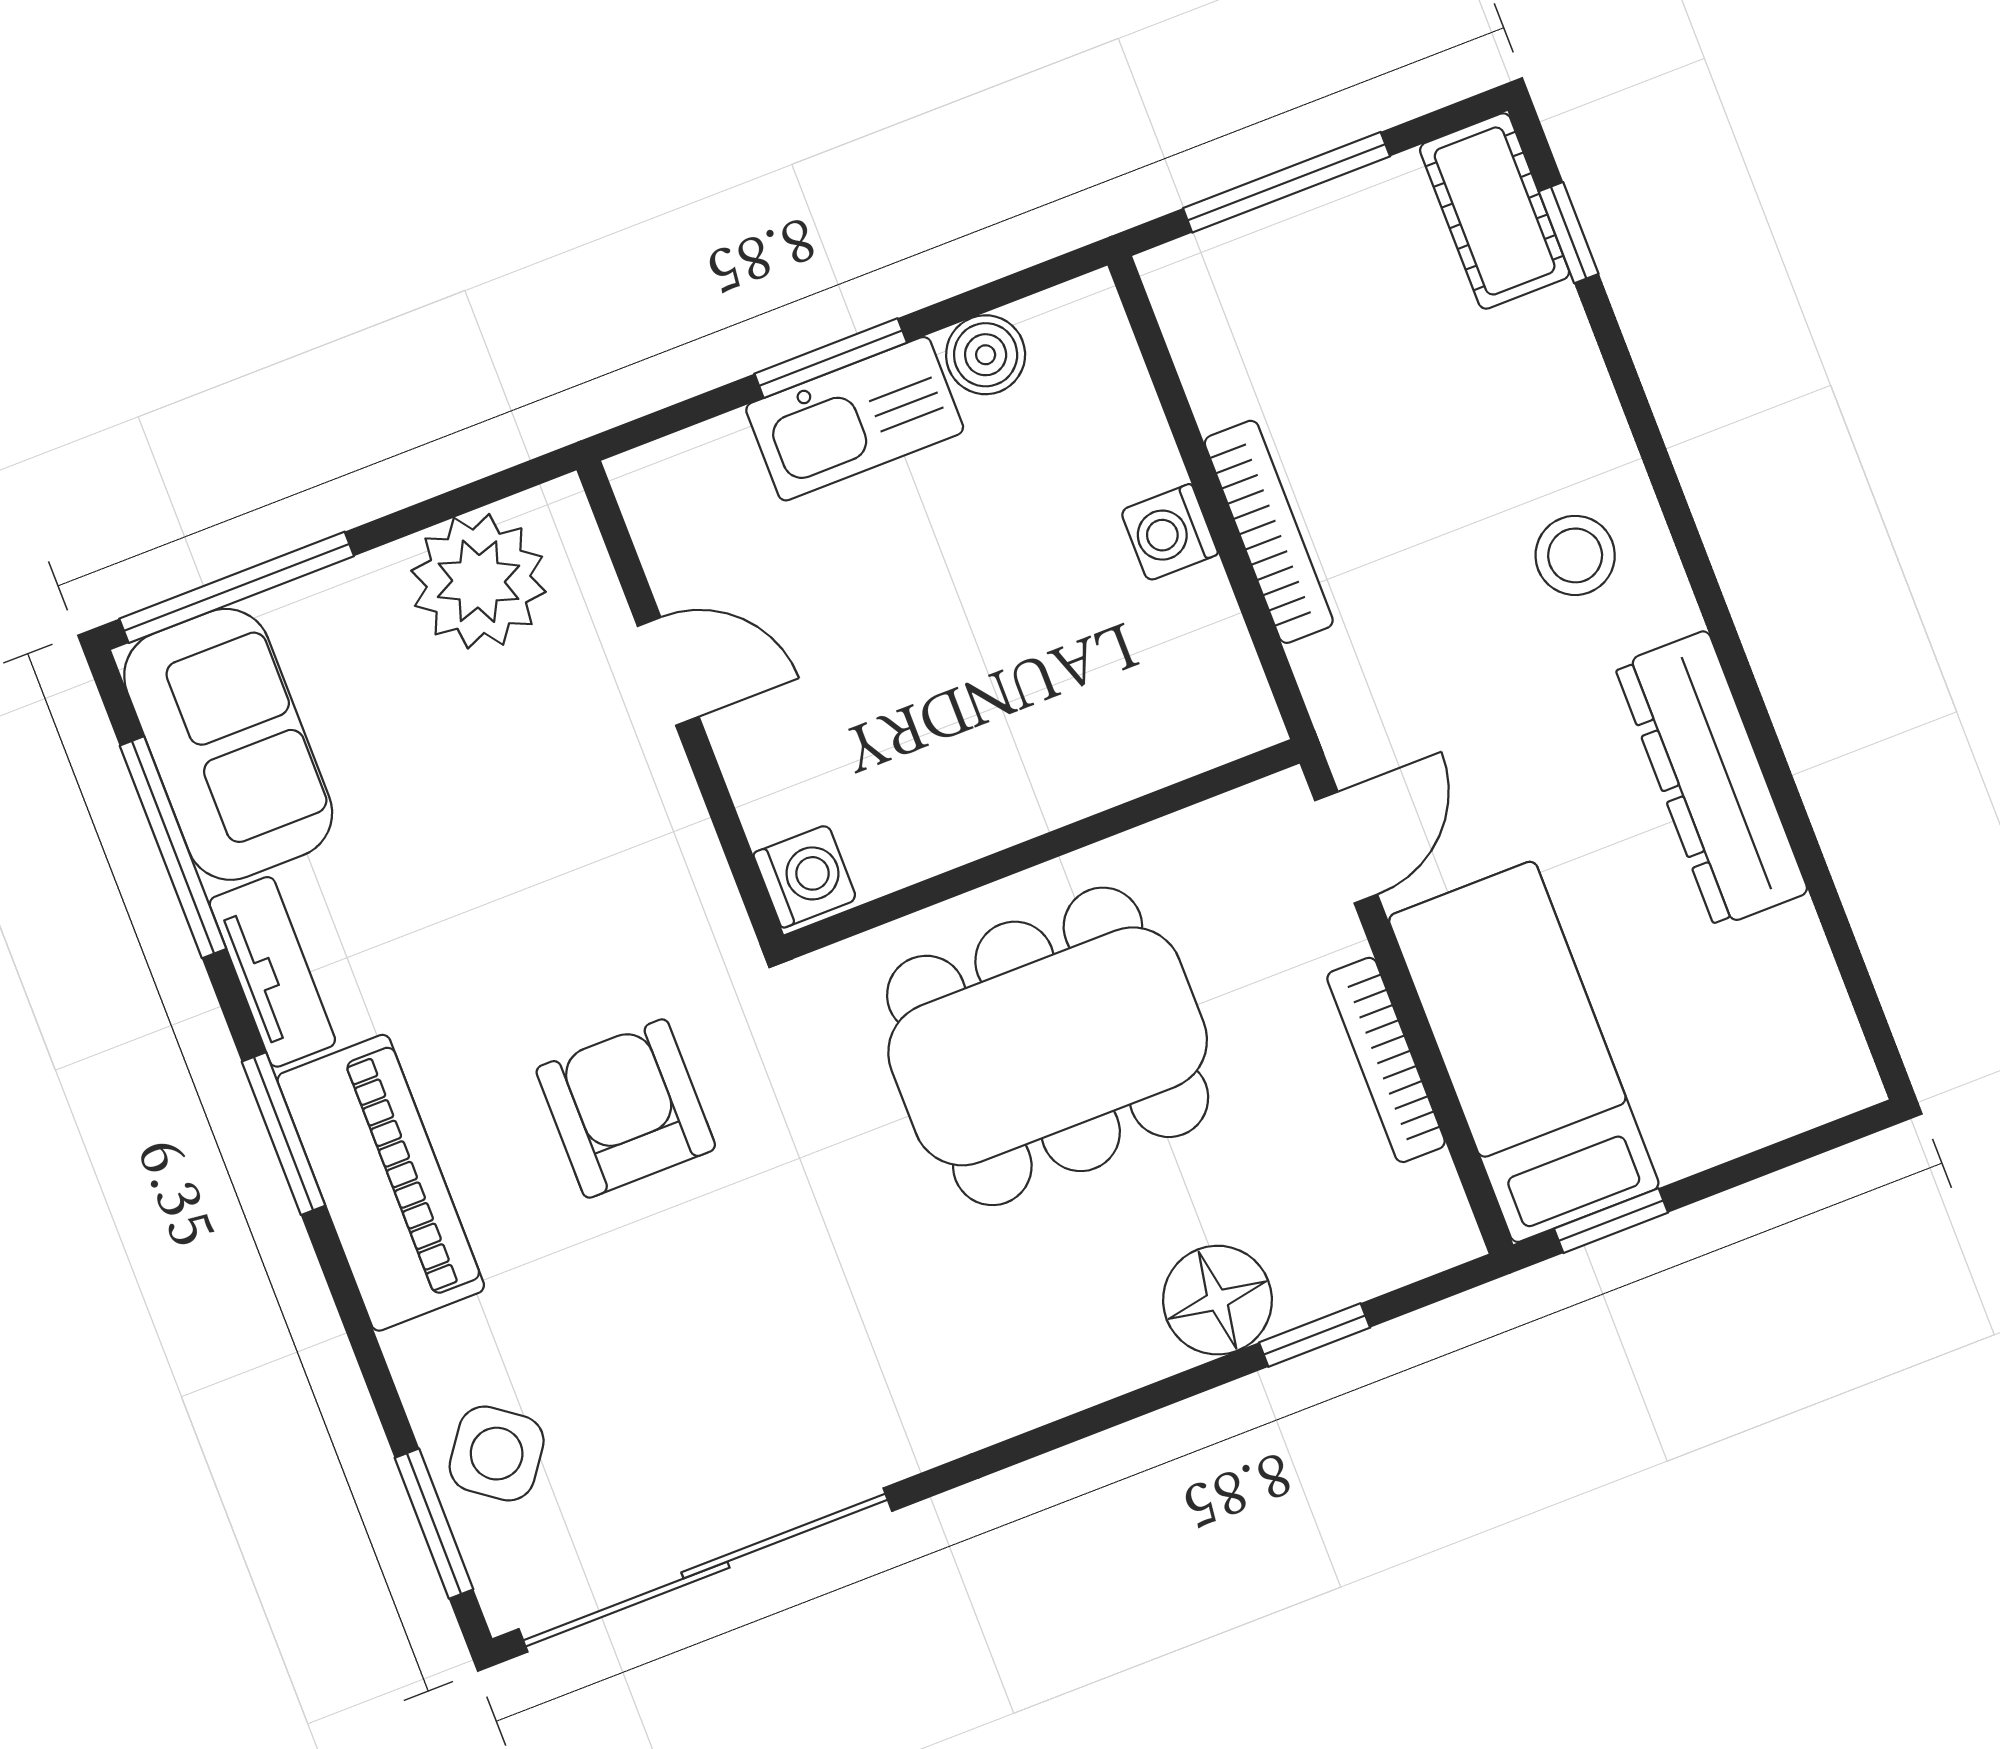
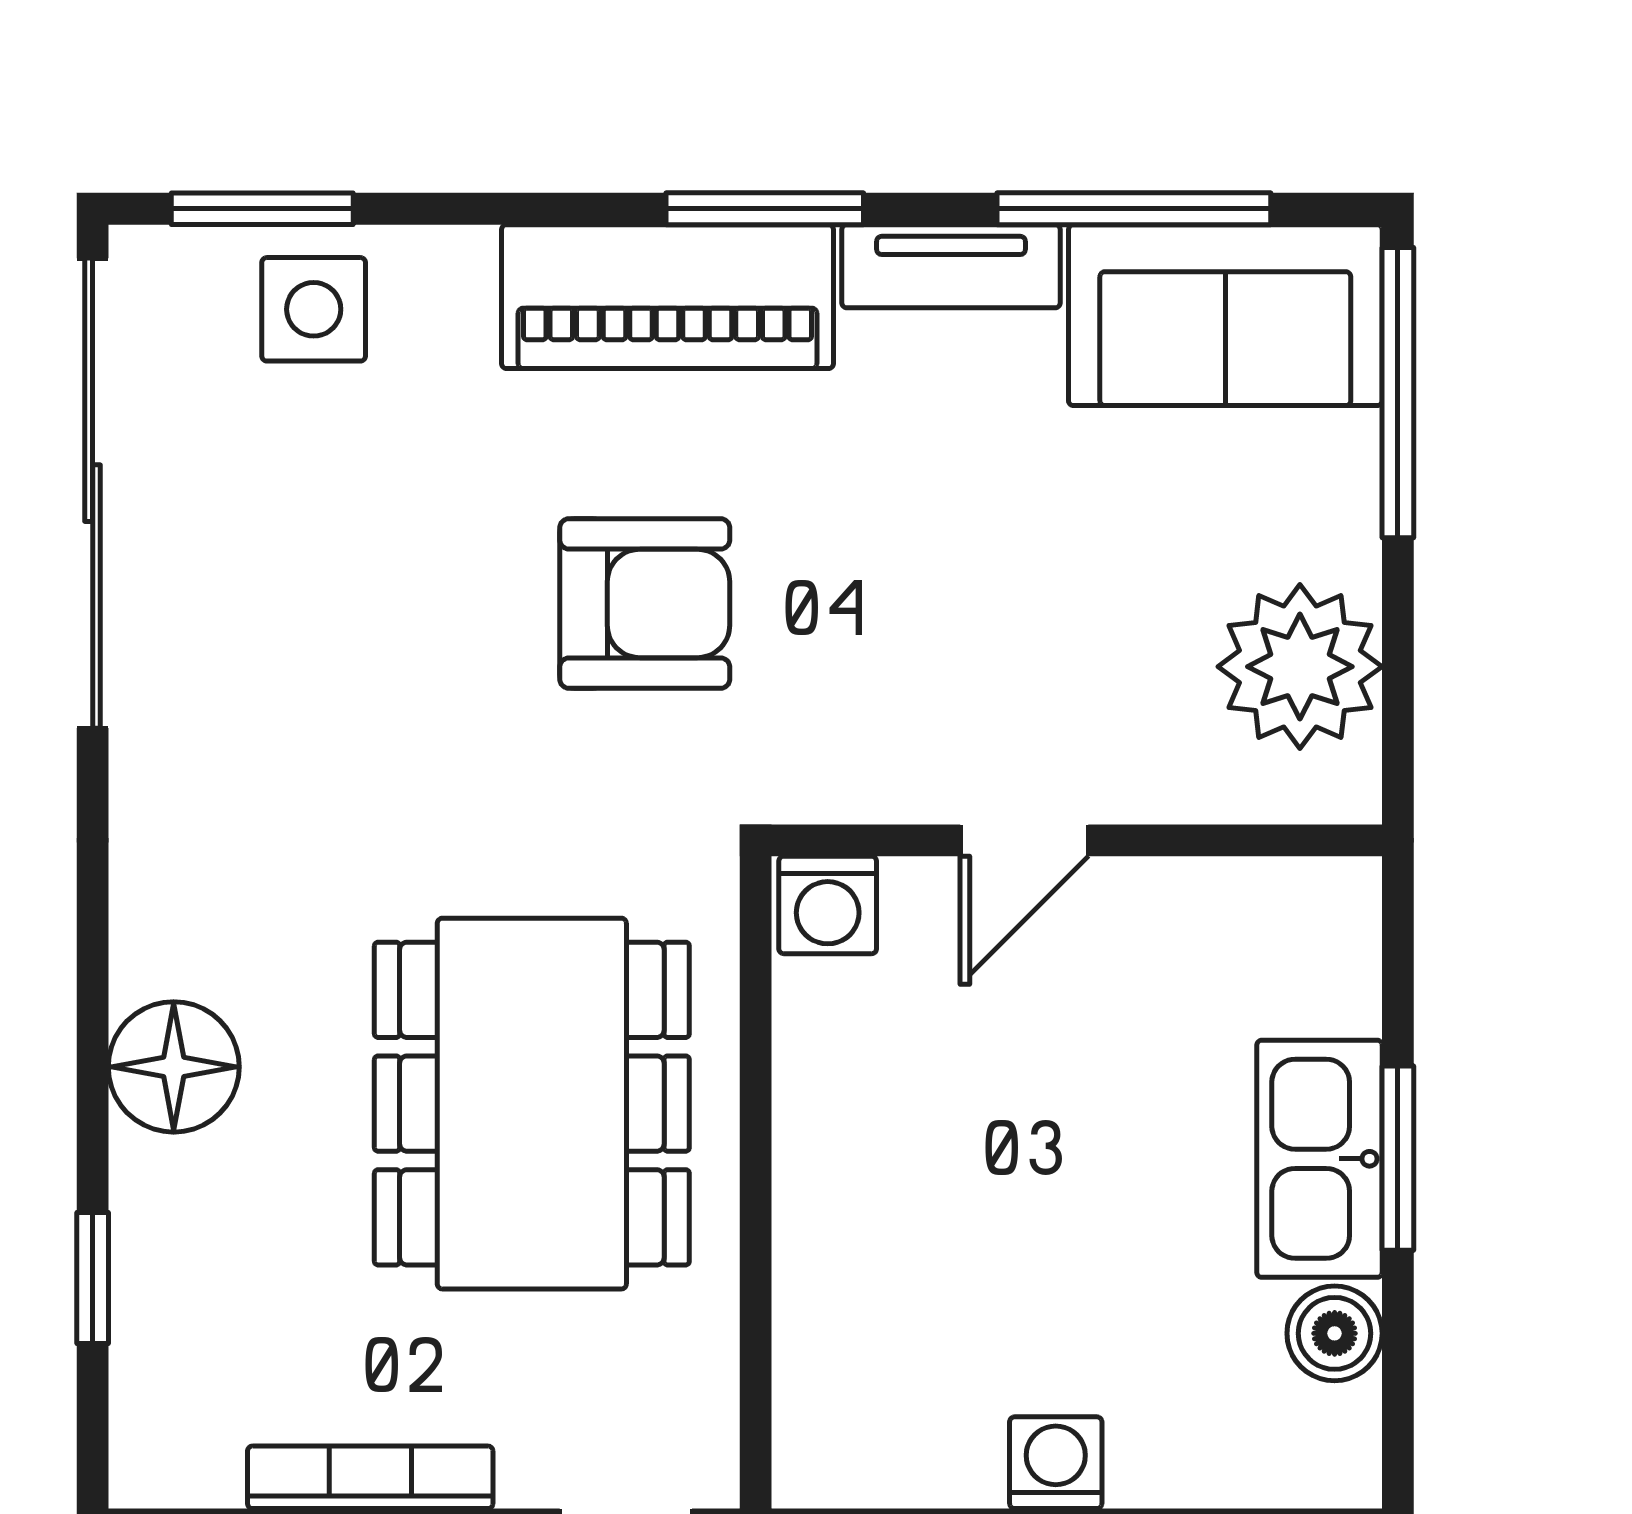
door: (668, 671) -> (1024, 840), moved
floor lamp: (1217, 1300) -> (174, 1067), moved
side table: (497, 1454) -> (314, 309), turned -36

